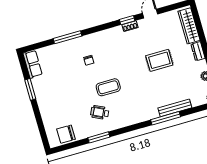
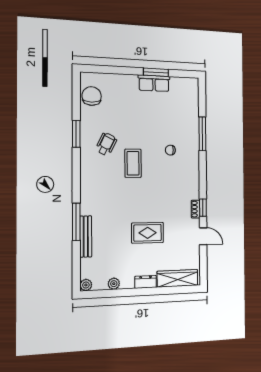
rug: (159, 60) -> (148, 233), turned 90
row of seats: (33, 64) -> (154, 83), moved

